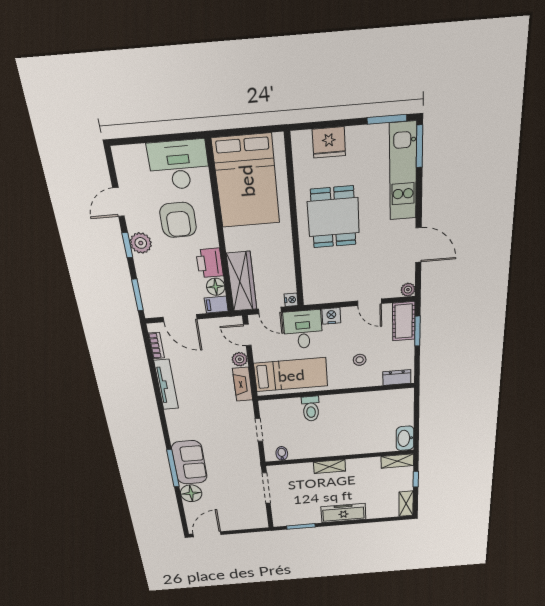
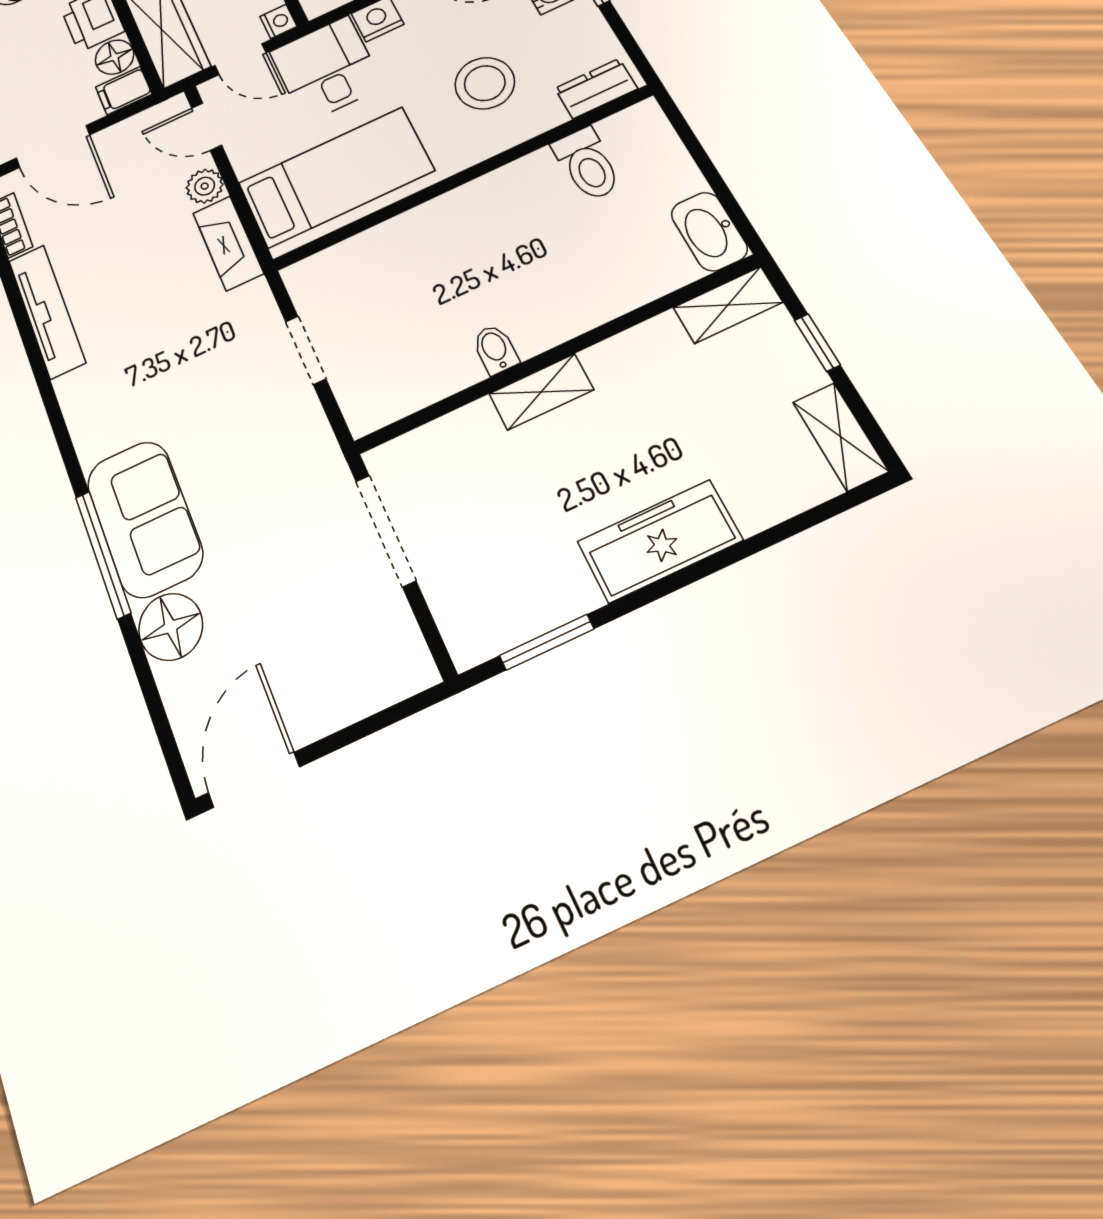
stool: (360, 360) -> (485, 83), width x1.89, depth x1.89
toilet: (311, 409) -> (587, 164), moved
bidet: (282, 453) -> (495, 349), moved

